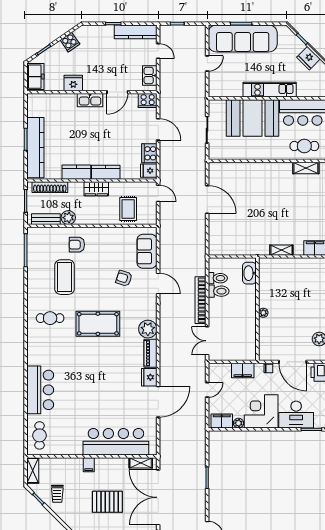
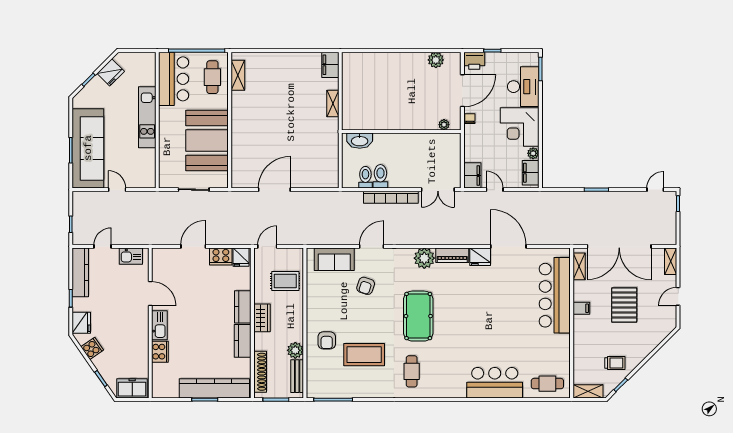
fridge: (73, 83) -> (81, 323), moved, turned 180
cooker: (148, 101) -> (160, 352), moved
booth: (252, 118) -> (207, 140), moved
plant: (263, 313) -> (444, 125), moved
filing cabinet: (243, 370) -> (472, 175), moved
filing cabinet: (89, 465) -> (581, 308), moved

